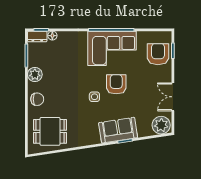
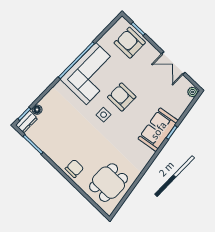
plant: (35, 74) -> (54, 152), removed
side table: (94, 97) -> (104, 115), moved
plant: (161, 125) -> (193, 92), width x0.53, depth x0.53

